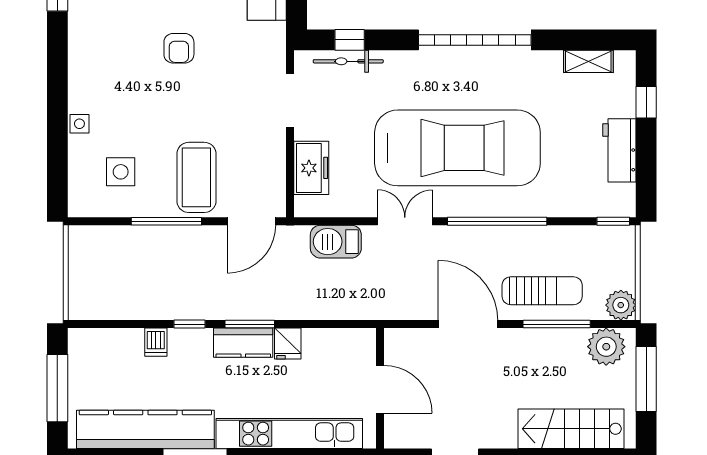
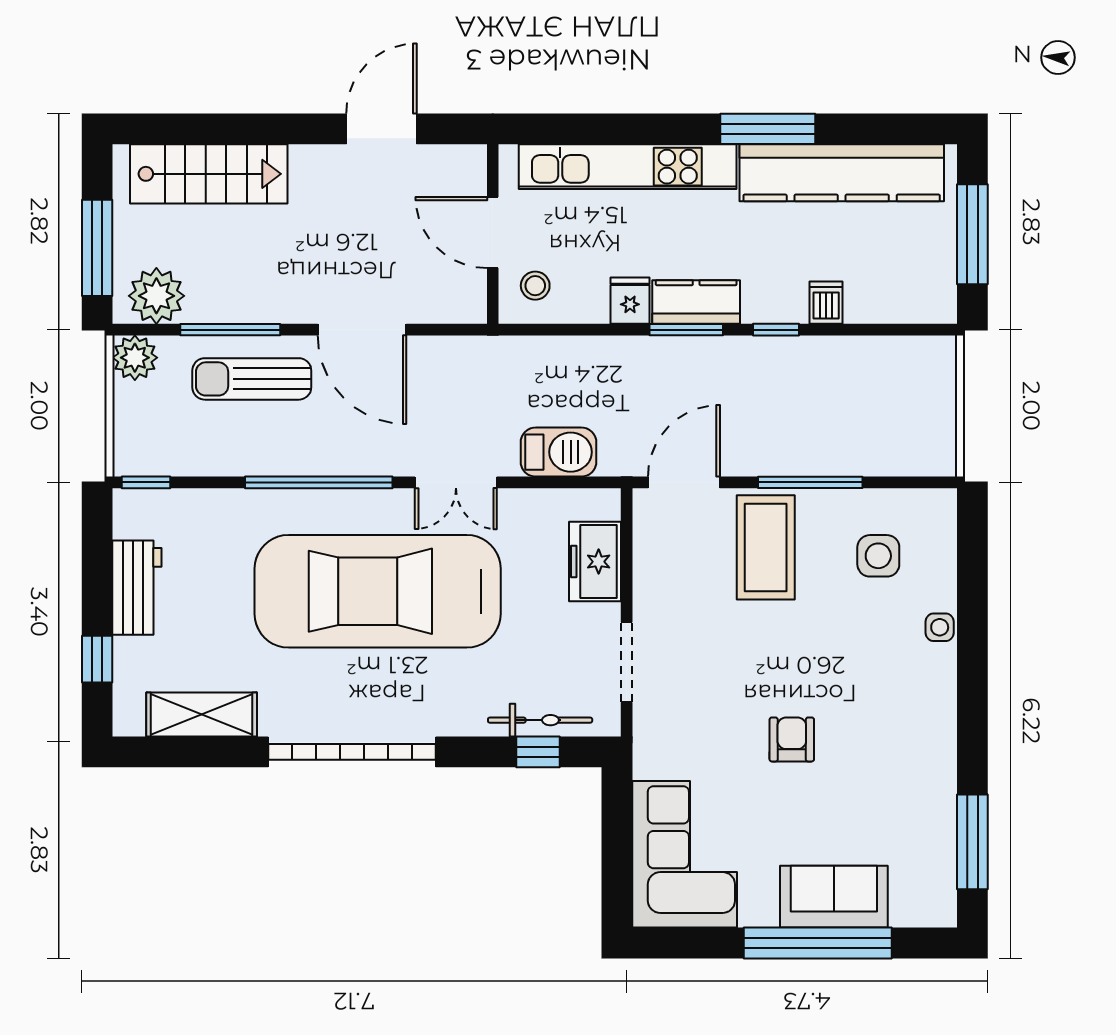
shelving: (588, 61) -> (202, 714), width x1.50, depth x1.33
stool: (351, 354) -> (535, 286), added

